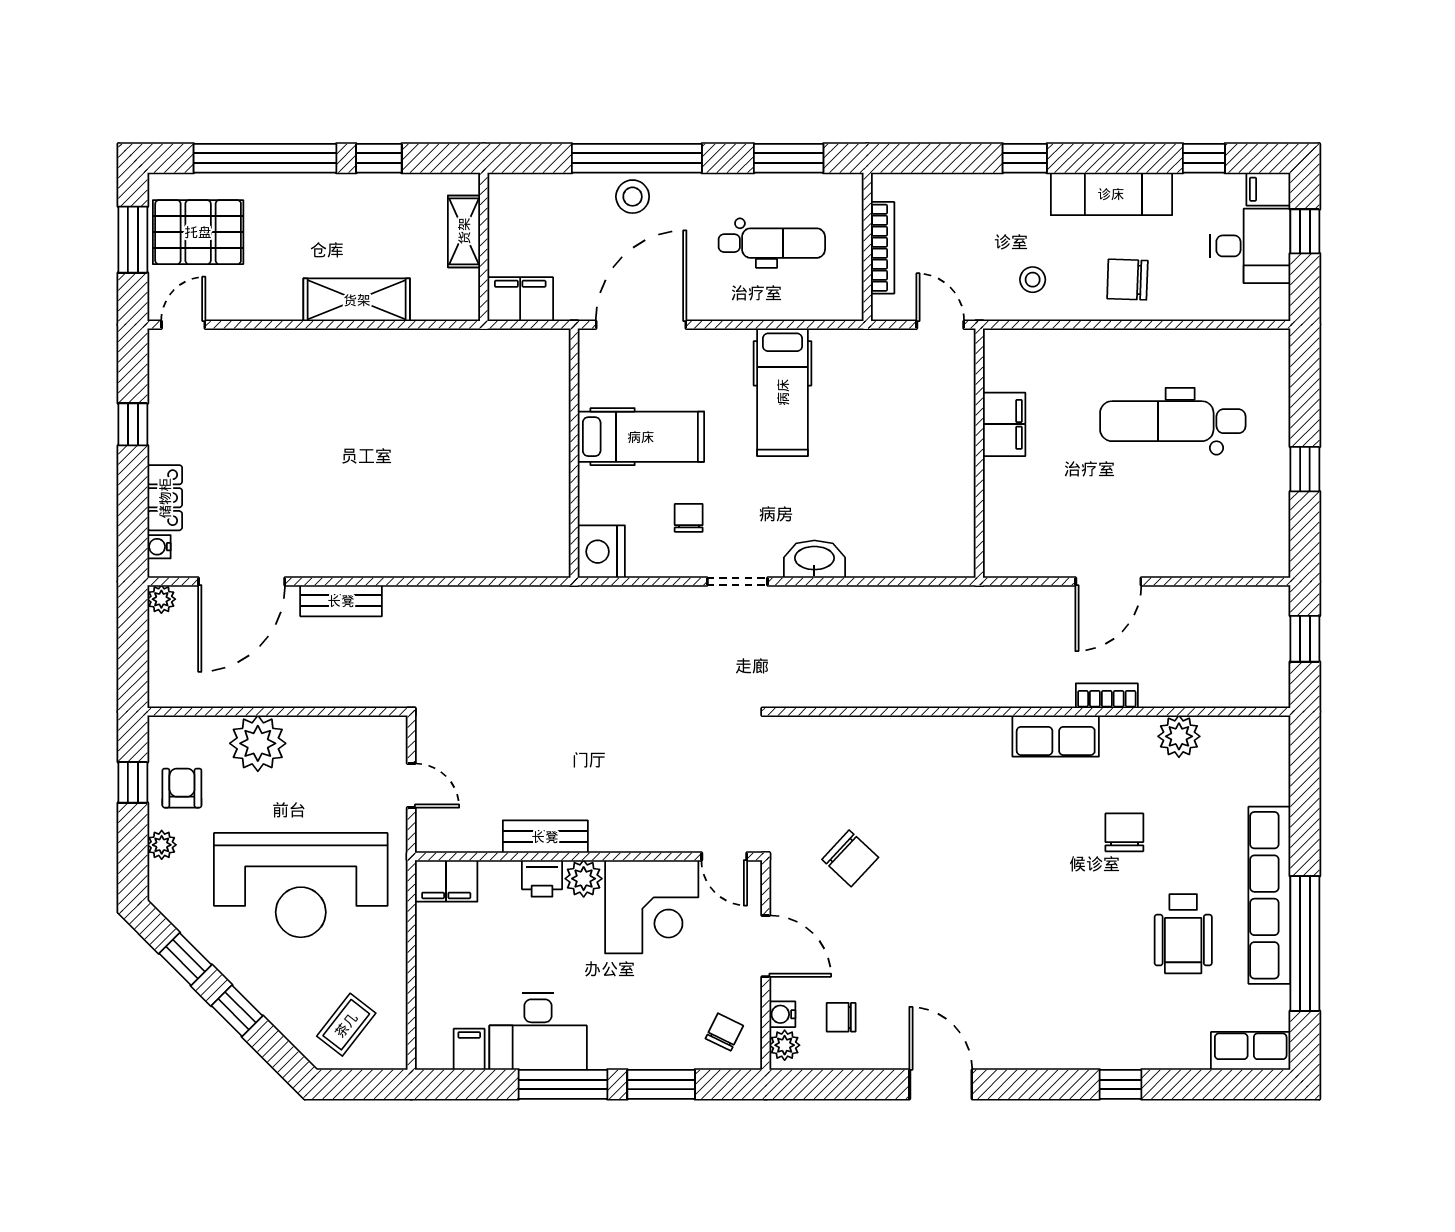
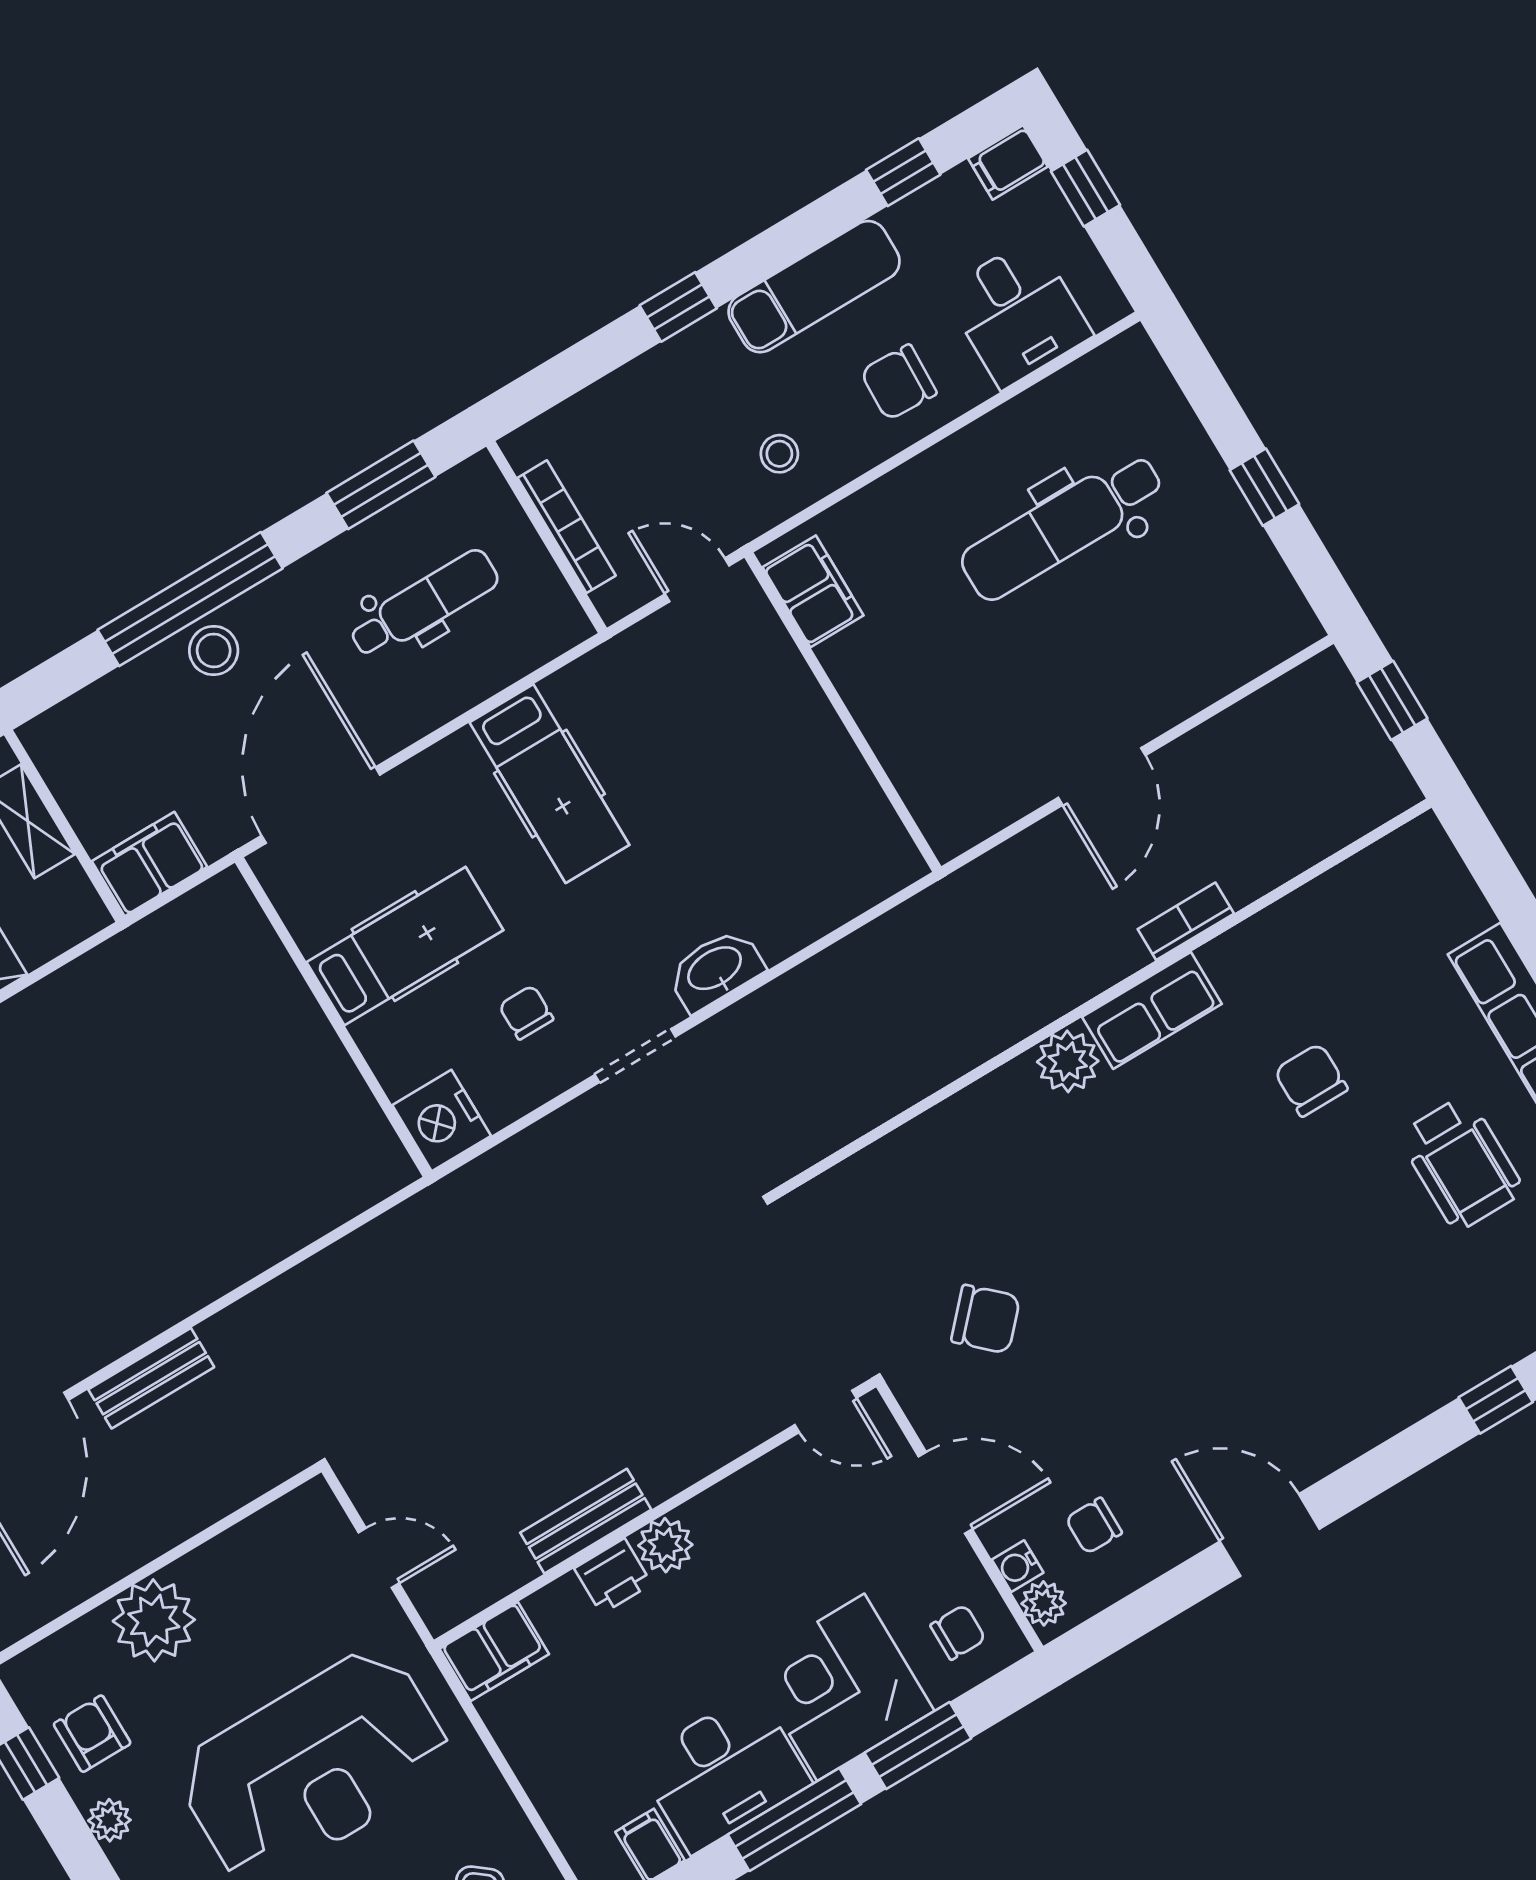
desk: (1250, 246) -> (1018, 313), moved, turned 90
filing cabinet: (1004, 424) -> (813, 591), moved
plant: (1179, 736) -> (1068, 1061), moved
corner desk: (652, 907) -> (841, 1687), moved, turned 180
chair: (724, 1032) -> (958, 1632), turned 64

